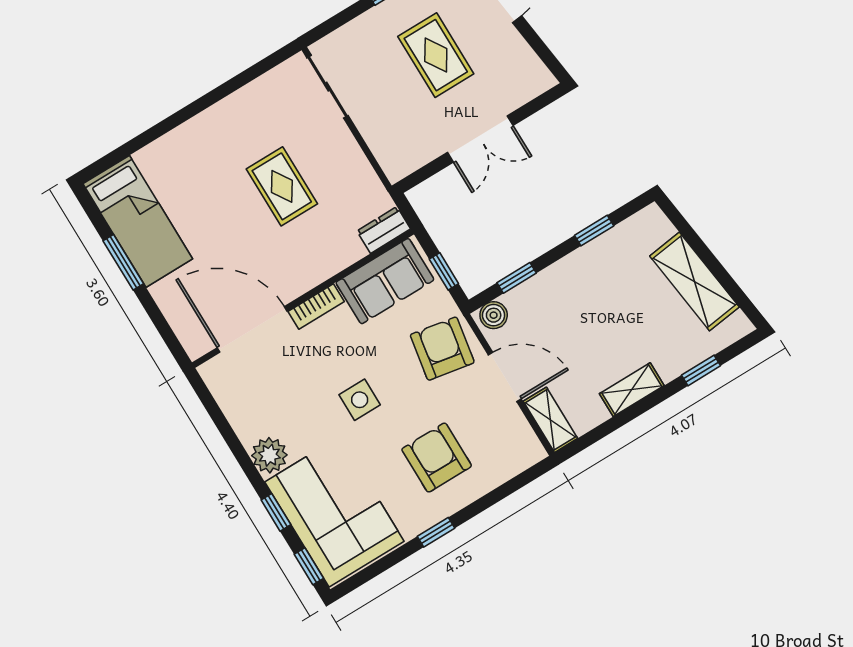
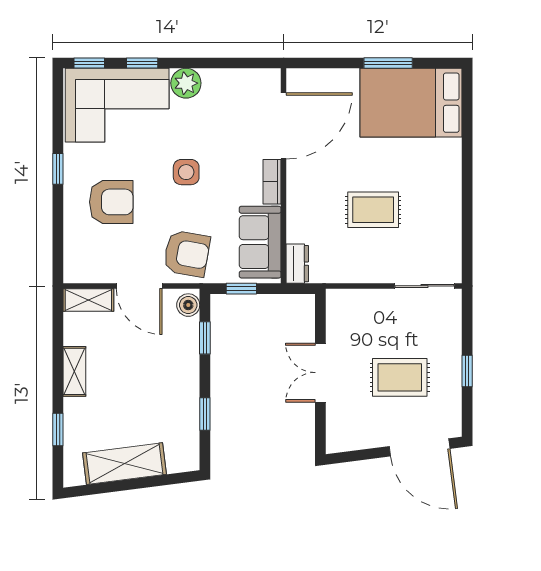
bed: (138, 221) -> (411, 103), width x1.50
door: (505, 377) -> (139, 286), hinge flipped

